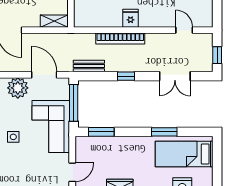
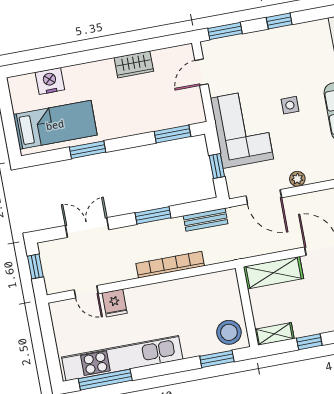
fridge: (131, 18) -> (115, 303), moved
shelving: (54, 21) -> (273, 273), width x1.50, depth x1.33
window: (126, 76) -> (153, 215), width x1.50
plant: (18, 88) -> (297, 179), width x0.53, depth x0.53
window: (74, 103) -> (217, 166), width x0.46

